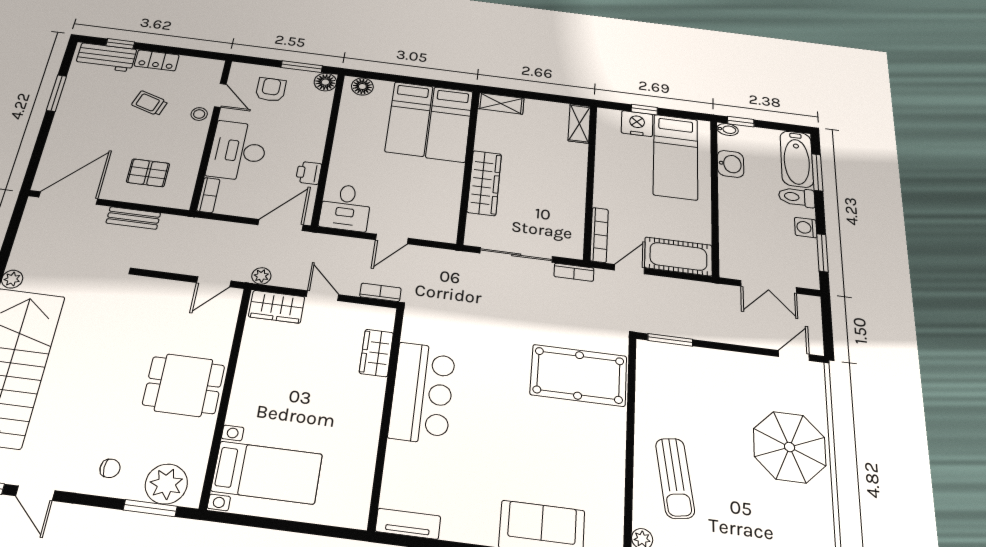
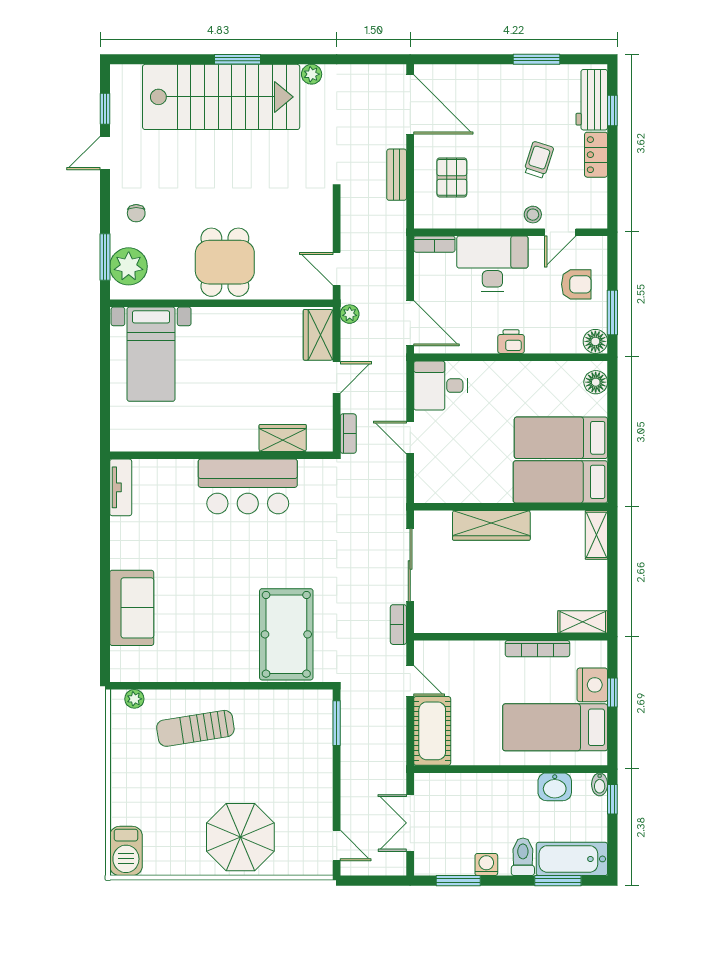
printer: (309, 173) -> (511, 342), moved
bookcase: (599, 235) -> (537, 649), moved

